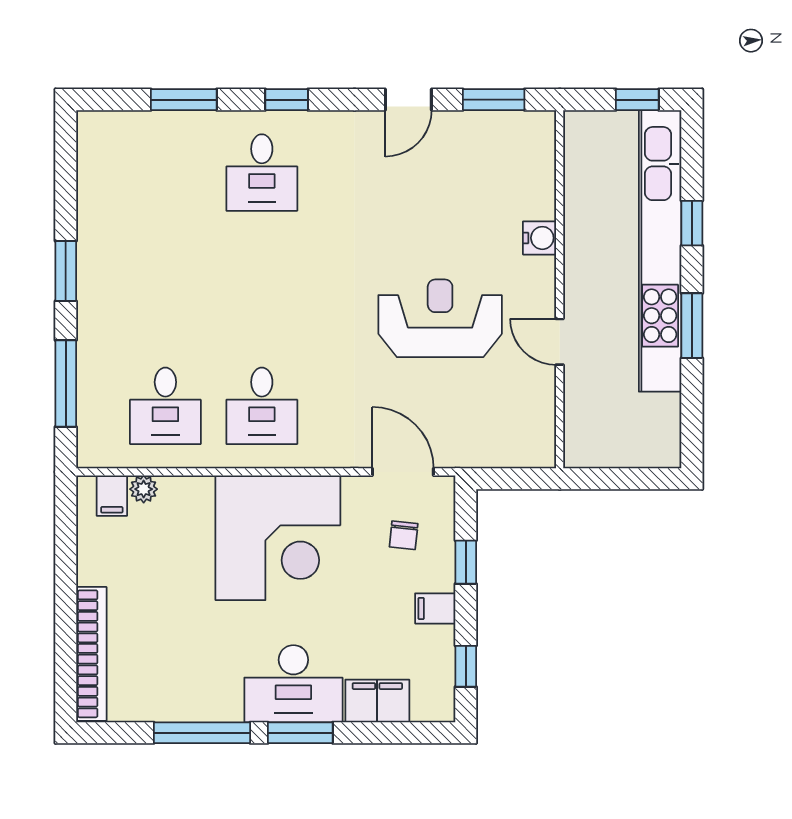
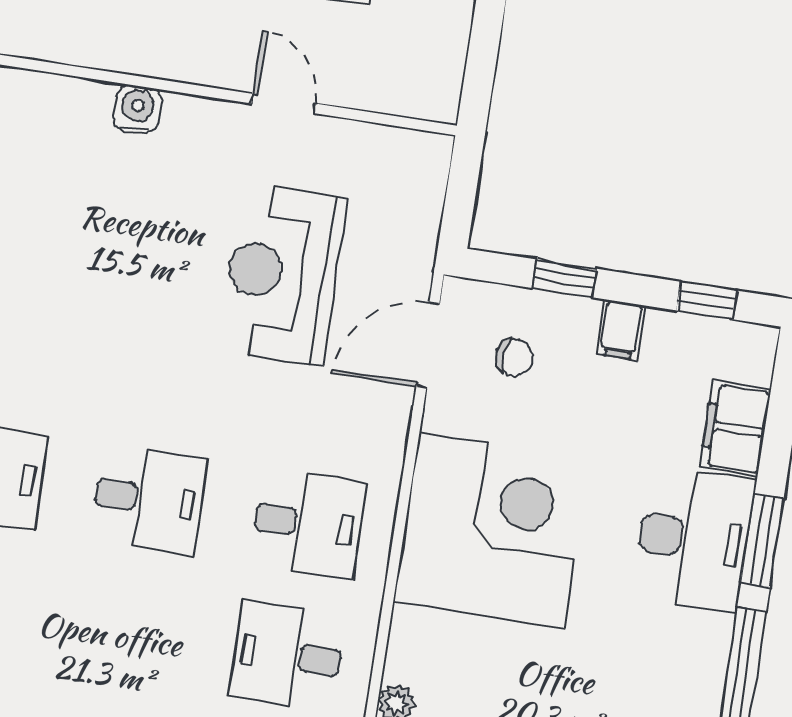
desk: (262, 289) -> (149, 499), added
reception desk: (440, 318) -> (283, 274), moved
door: (560, 342) -> (283, 104), swing flipped
desk: (165, 406) -> (287, 656), turned 180

